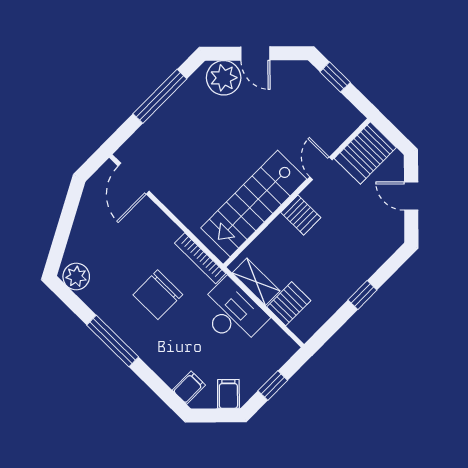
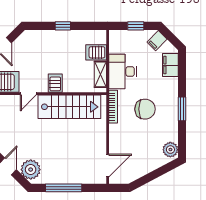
window: (113, 341) -> (182, 109), width x0.69
filing cabinet: (189, 388) -> (170, 65), width x2.00

